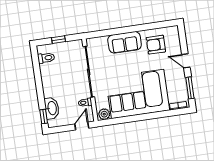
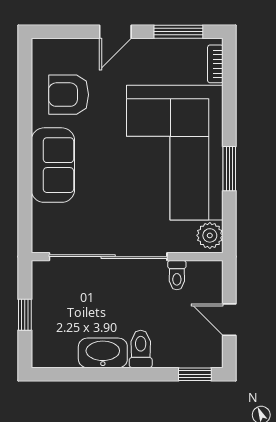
armchair: (156, 45) -> (69, 95), turned 90
toilet: (46, 58) -> (141, 349), moved
washbasin: (52, 108) -> (103, 353), moved
window: (134, 118) -> (229, 169), added
door: (82, 126) -> (229, 320), moved

